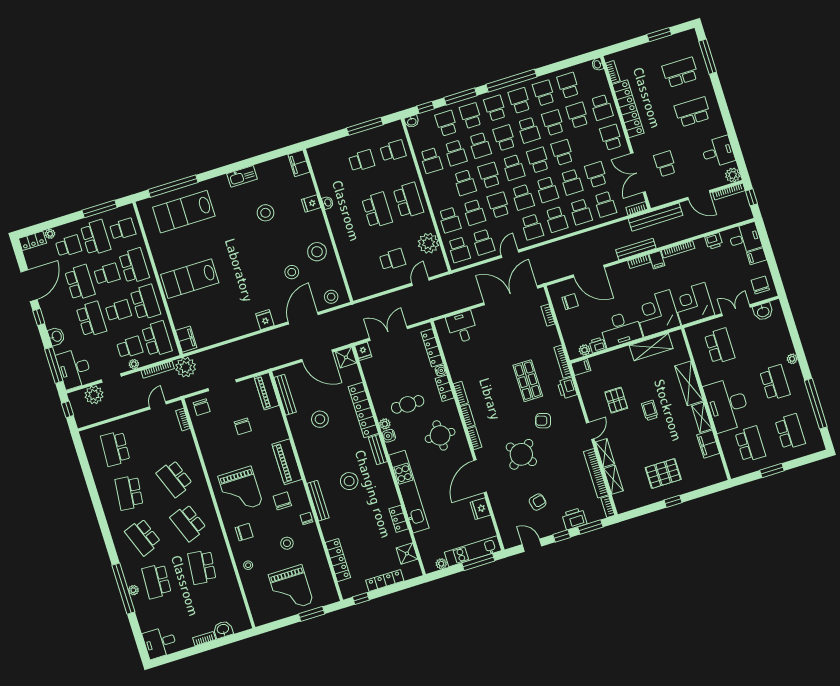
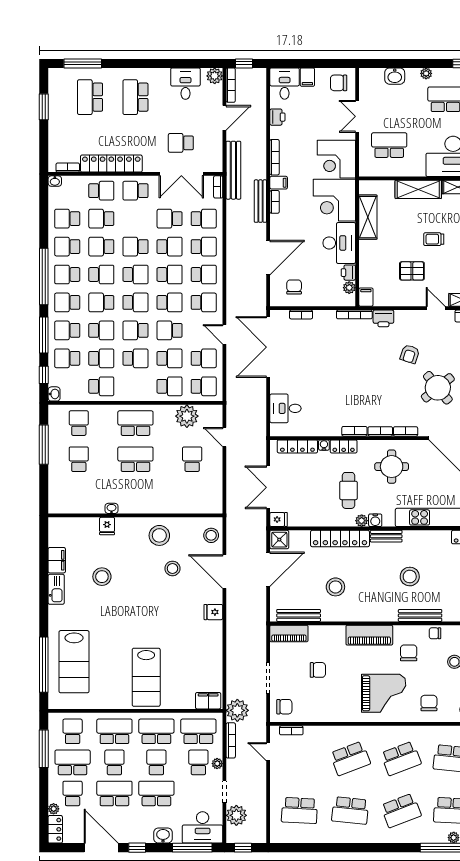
school desk: (538, 160) -> (135, 275), turned 180
filing cabinet: (299, 163) -> (57, 560), moved, turned -90
washbasin: (763, 312) -> (395, 76), moved, turned 90
shop shelf: (528, 381) -> (363, 357), removed
chair: (282, 501) -> (409, 653), turned 90

